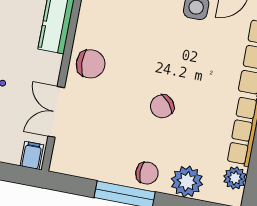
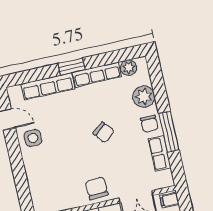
row of seats: (101, 169) -> (160, 153), added
chair: (147, 173) -> (149, 124), turned 180

